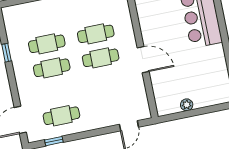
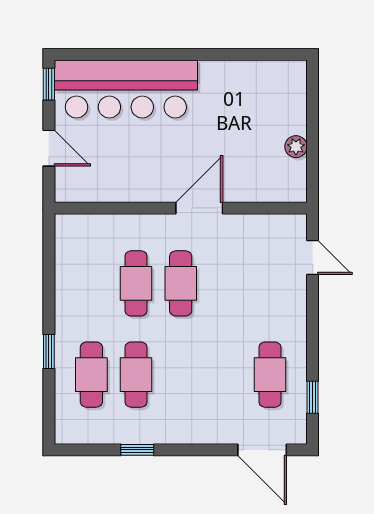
cafe table: (52, 68) -> (91, 375), moved

